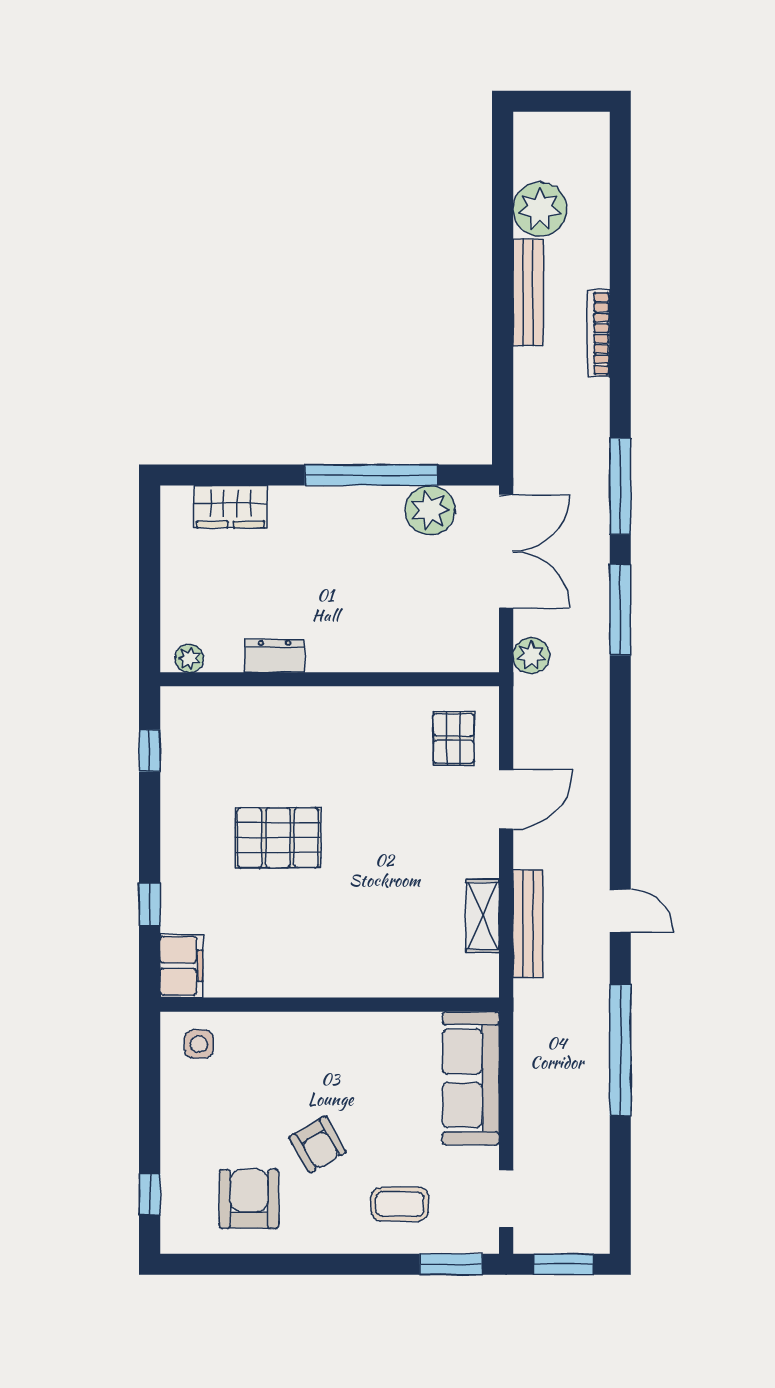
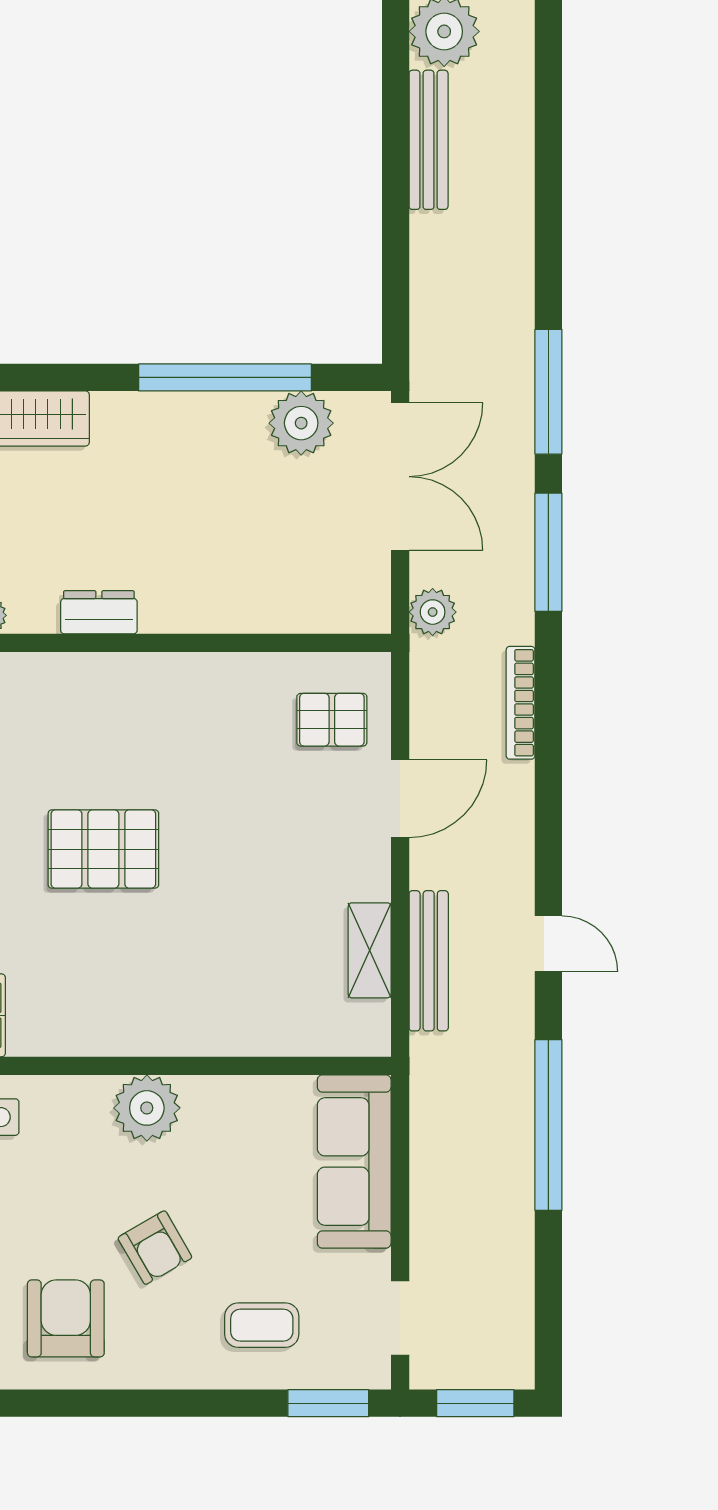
bookcase: (599, 333) -> (521, 703), moved
pallet: (454, 738) -> (332, 720), turned 90
plant: (311, 1037) -> (147, 1108), added

